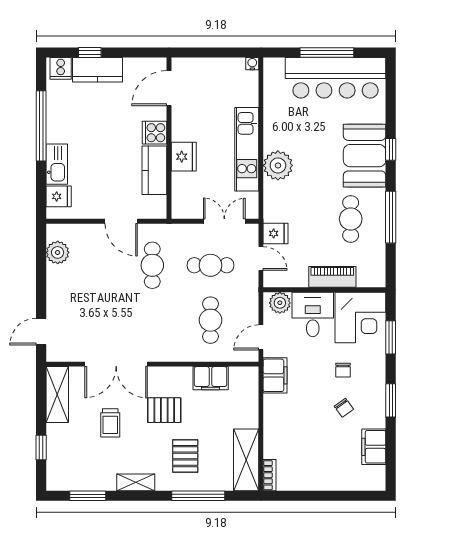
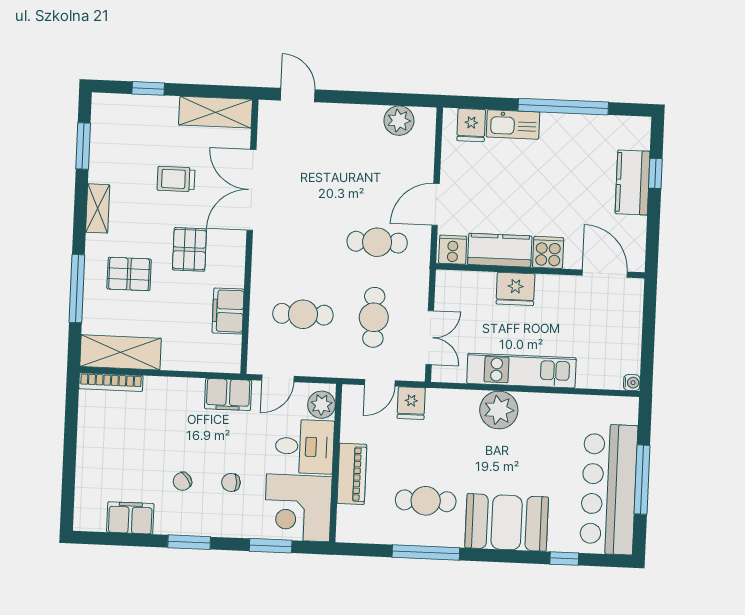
cooker: (61, 68) -> (453, 250), moved, turned 90
window: (391, 149) -> (564, 559), moved
door: (261, 337) -> (278, 378), swing flipped
bookcase: (270, 475) -> (111, 382), width x1.56

